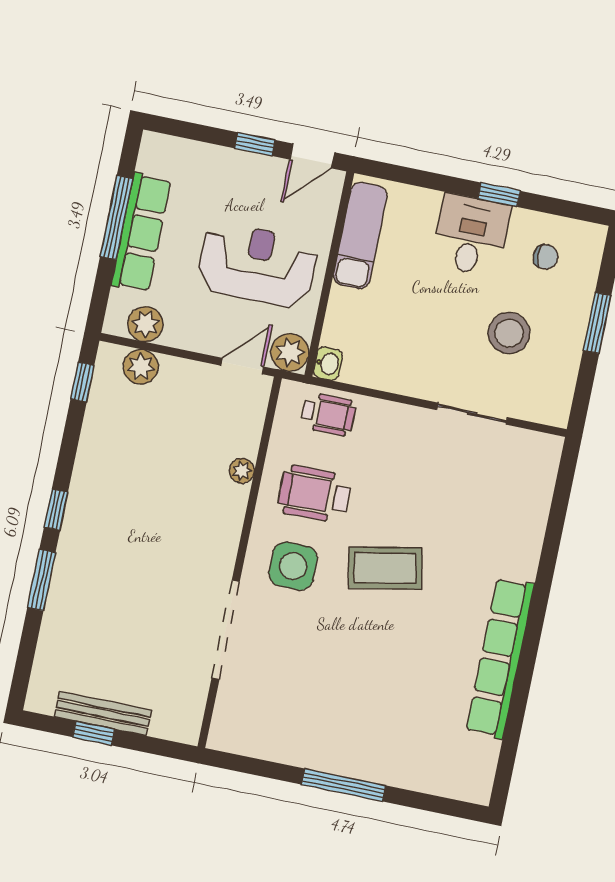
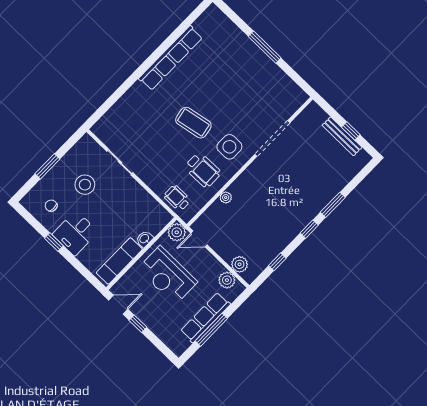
washbasin: (328, 364) -> (144, 239), moved
window: (82, 382) -> (277, 262), moved

